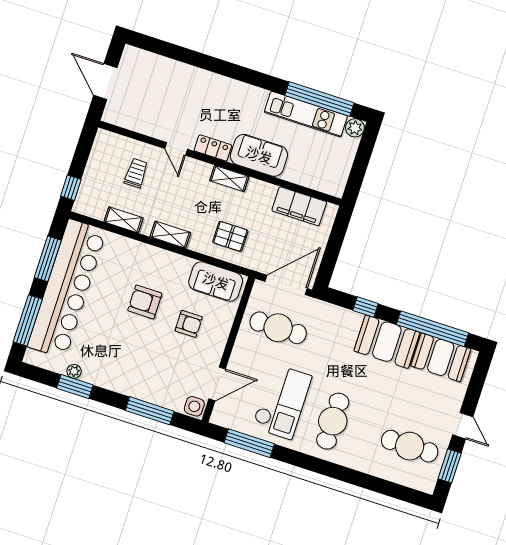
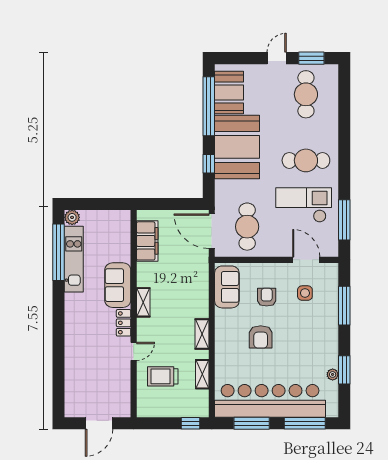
trolley: (136, 173) -> (163, 376), width x1.36, depth x1.39
pallet: (230, 236) -> (188, 287), removed
booth: (387, 342) -> (237, 147), width x1.36, depth x1.42
side table: (194, 406) -> (305, 293), moved

